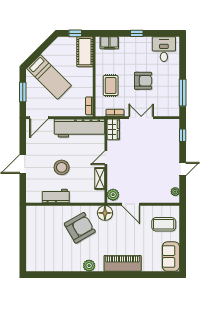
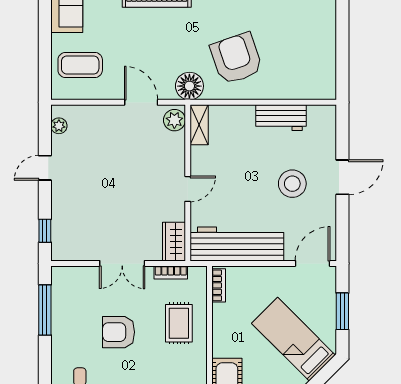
stool: (62, 167) -> (292, 184), moved
shelving: (100, 178) -> (199, 125), moved
armchair: (80, 228) -> (236, 58), turned 101

